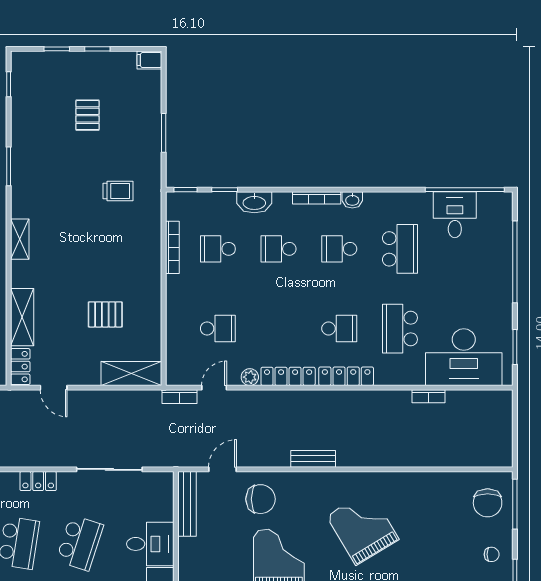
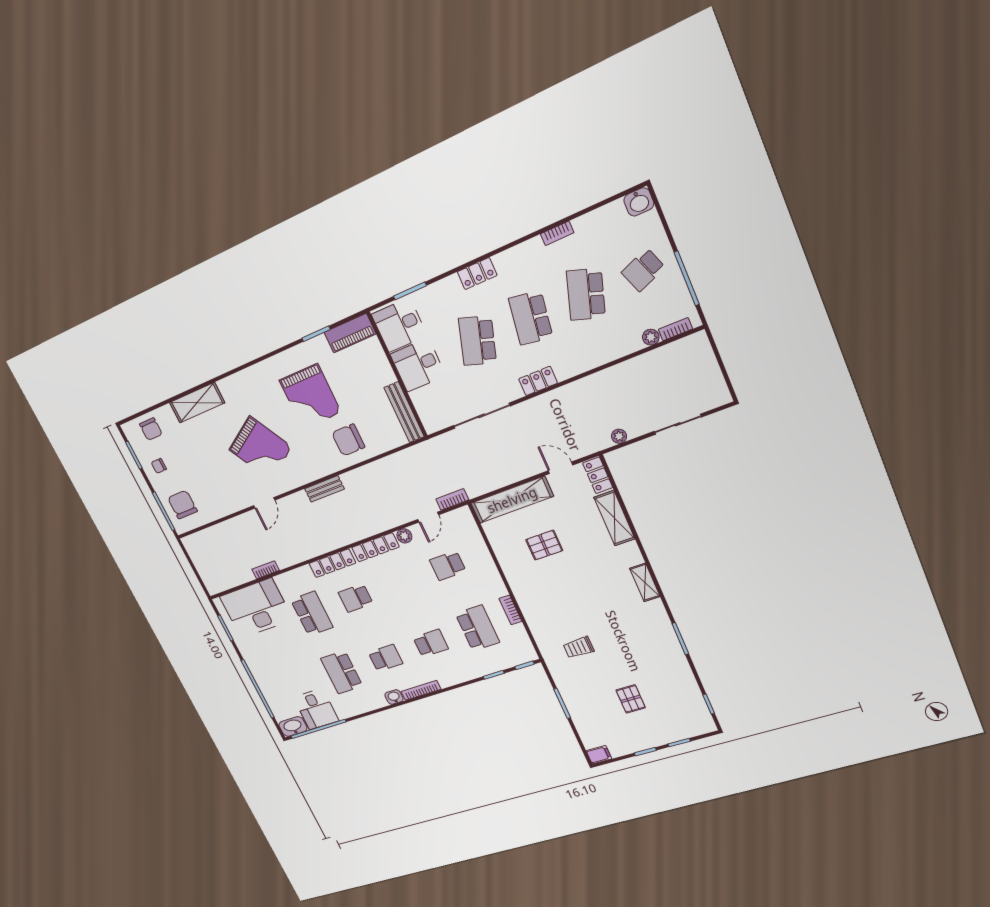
washbasin: (254, 202) -> (293, 727), moved
bookcase: (172, 247) -> (510, 610), width x0.64
school desk: (218, 249) -> (477, 628), width x1.85
shelving: (131, 374) -> (512, 500), width x1.47
door: (222, 469) -> (264, 503), moved

